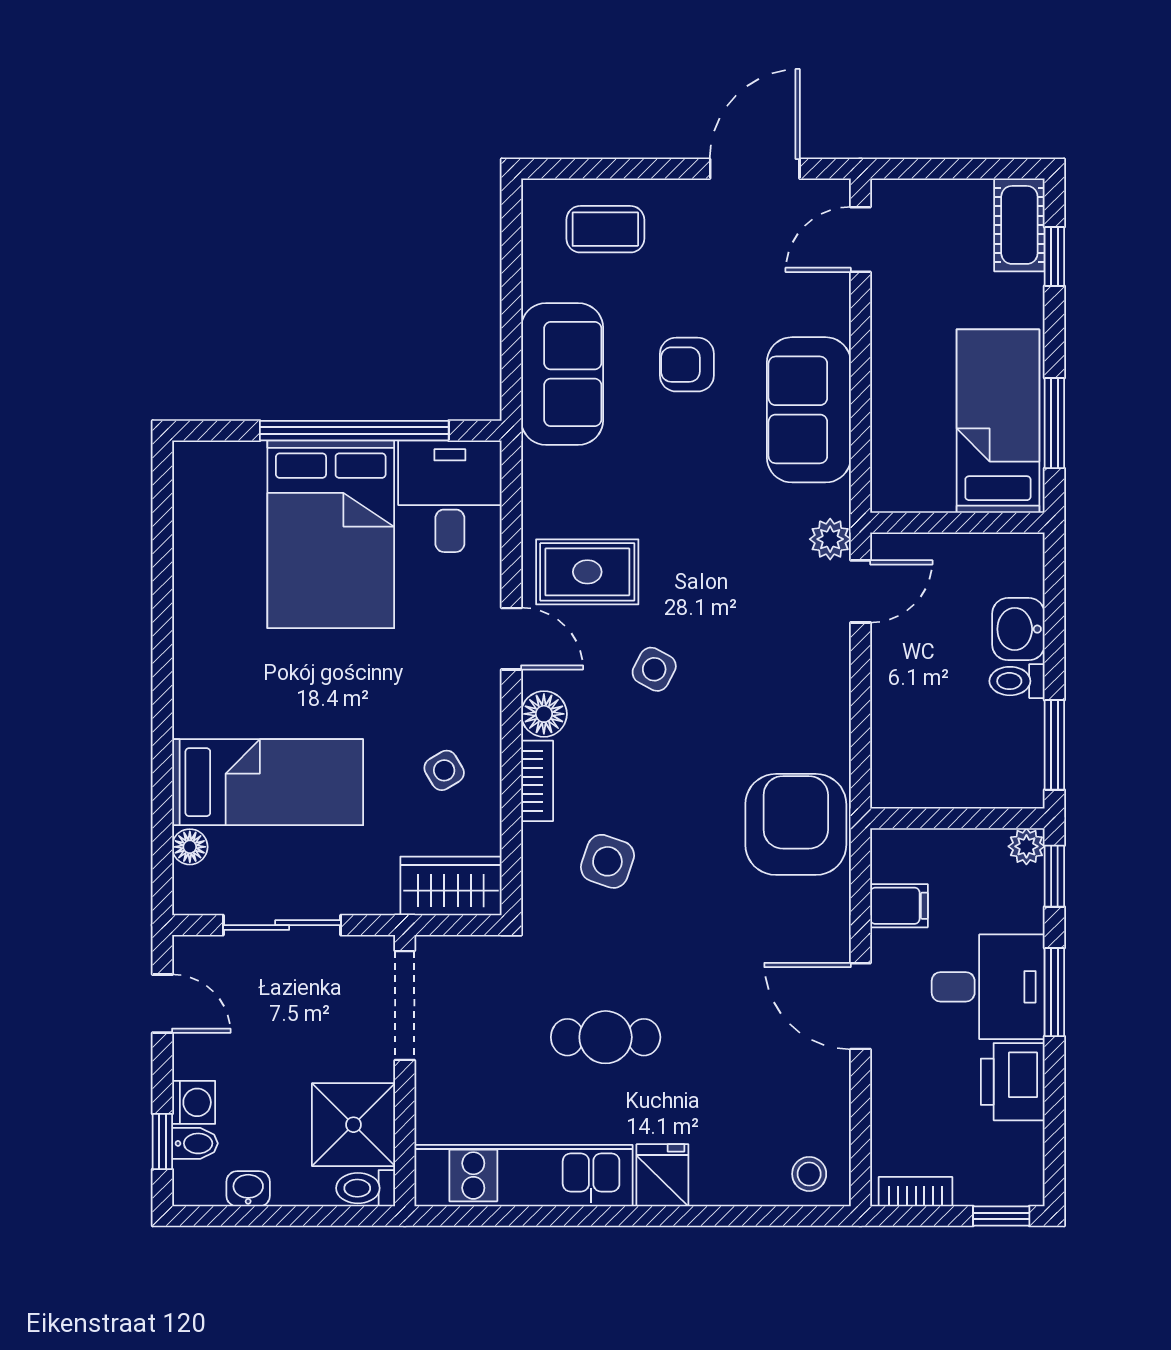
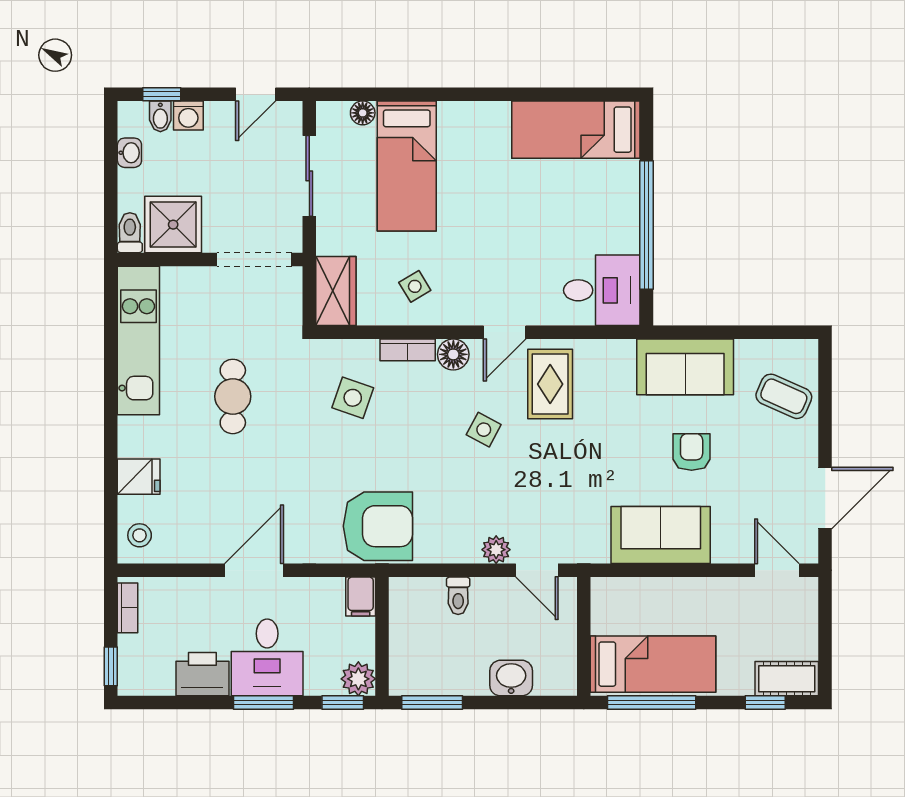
door: (755, 169) -> (825, 498), hinge flipped
coffee table: (605, 229) -> (784, 396), turned -66
window: (1054, 423) -> (652, 703), width x1.44
bed: (331, 534) -> (576, 130), moved, width x0.67
plant: (830, 539) -> (496, 550), moved
toilet: (1017, 681) -> (458, 596), moved, turned 180
plant: (1026, 846) -> (358, 679), width x1.38, depth x1.38
filing cabinet: (899, 906) -> (361, 597), moved
fridge: (662, 1175) -> (139, 477), moved

